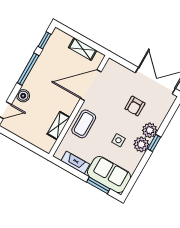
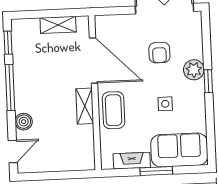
door: (91, 85) -> (93, 61), swing flipped
shelving: (58, 126) -> (85, 106), moved
plant: (141, 144) -> (194, 92), removed
window: (98, 185) -> (156, 171), moved

